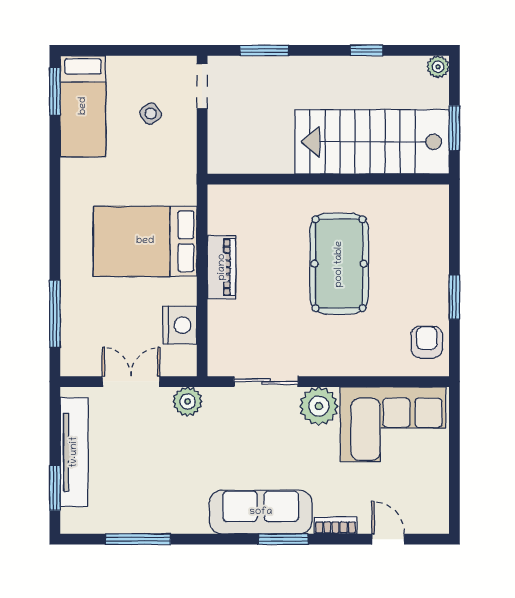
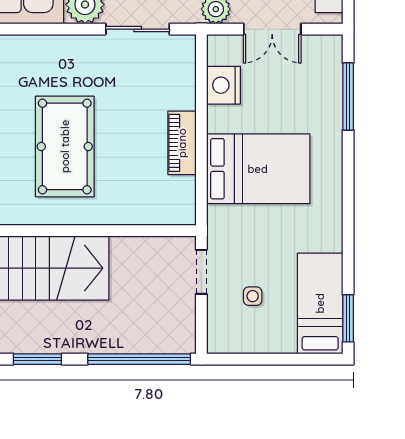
window: (264, 50) -> (139, 359), width x2.11
window: (366, 50) -> (37, 359), width x1.50
doorway: (202, 86) -> (201, 272), moved
side table: (151, 114) -> (253, 296), turned 36

